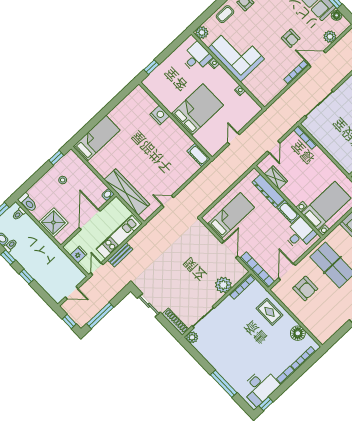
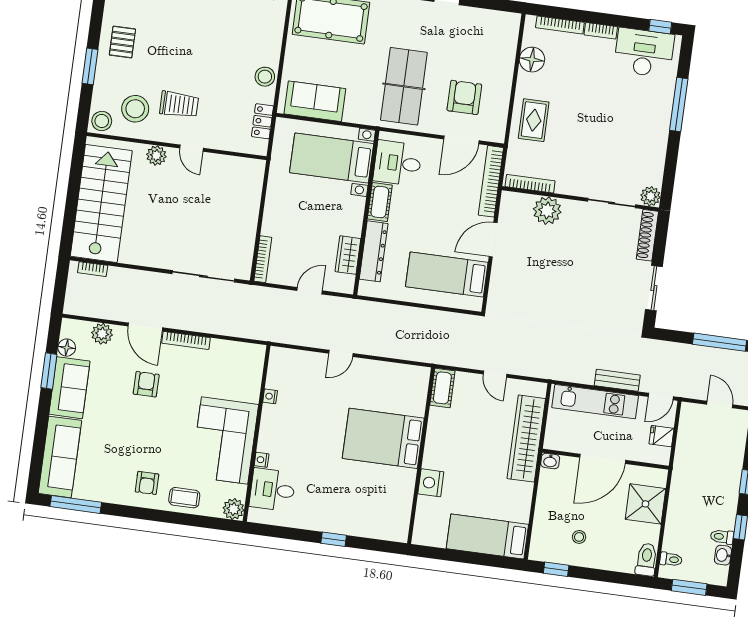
bed: (197, 110) -> (383, 438), moved
nightstand: (160, 115) -> (431, 483), moved
wall: (176, 120) -> (421, 456), moved
cot: (199, 155) -> (442, 388), moved

